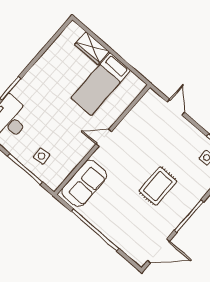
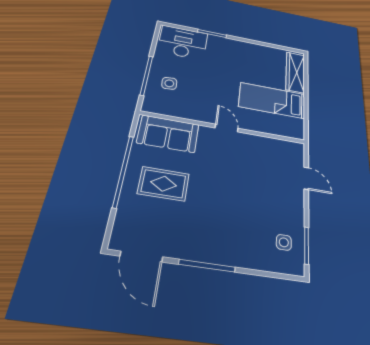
wardrobe: (92, 48) -> (295, 72), width x1.50
door: (176, 107) -> (306, 178), hinge flipped
rug: (158, 186) -> (164, 184), moved

